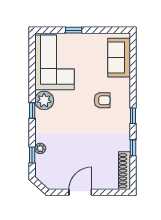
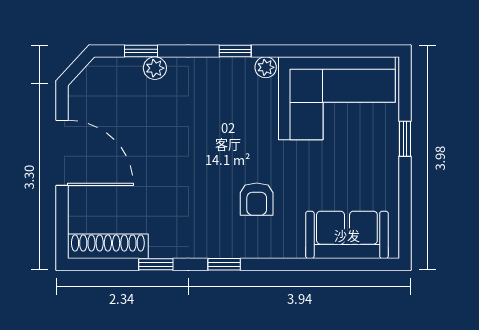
plant: (44, 100) -> (266, 67), width x0.53, depth x0.53
door: (80, 192) -> (62, 153), width x1.36

